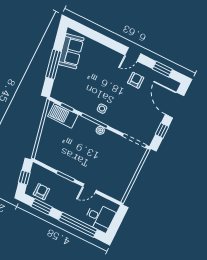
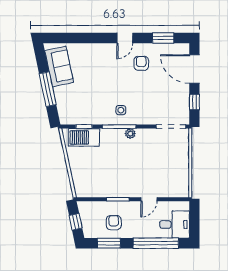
armchair: (41, 192) -> (114, 223), moved

